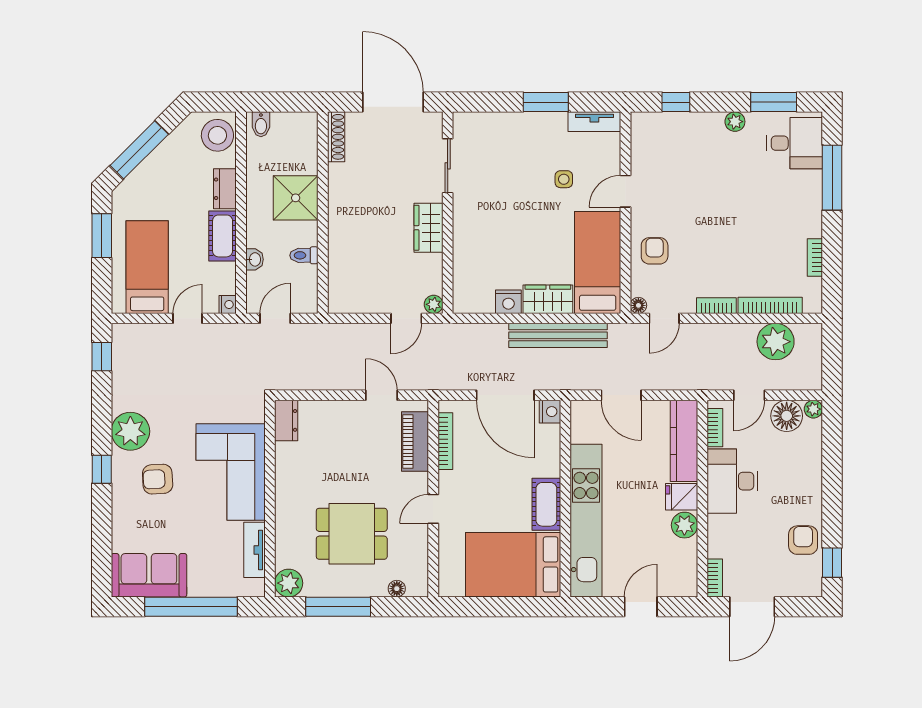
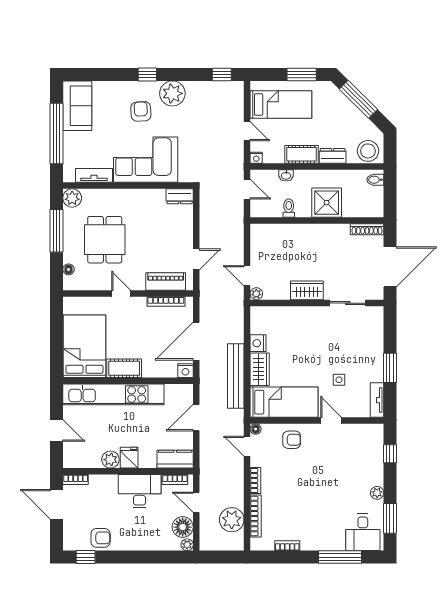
kitchen counter: (684, 441) -> (175, 459), width x0.67

